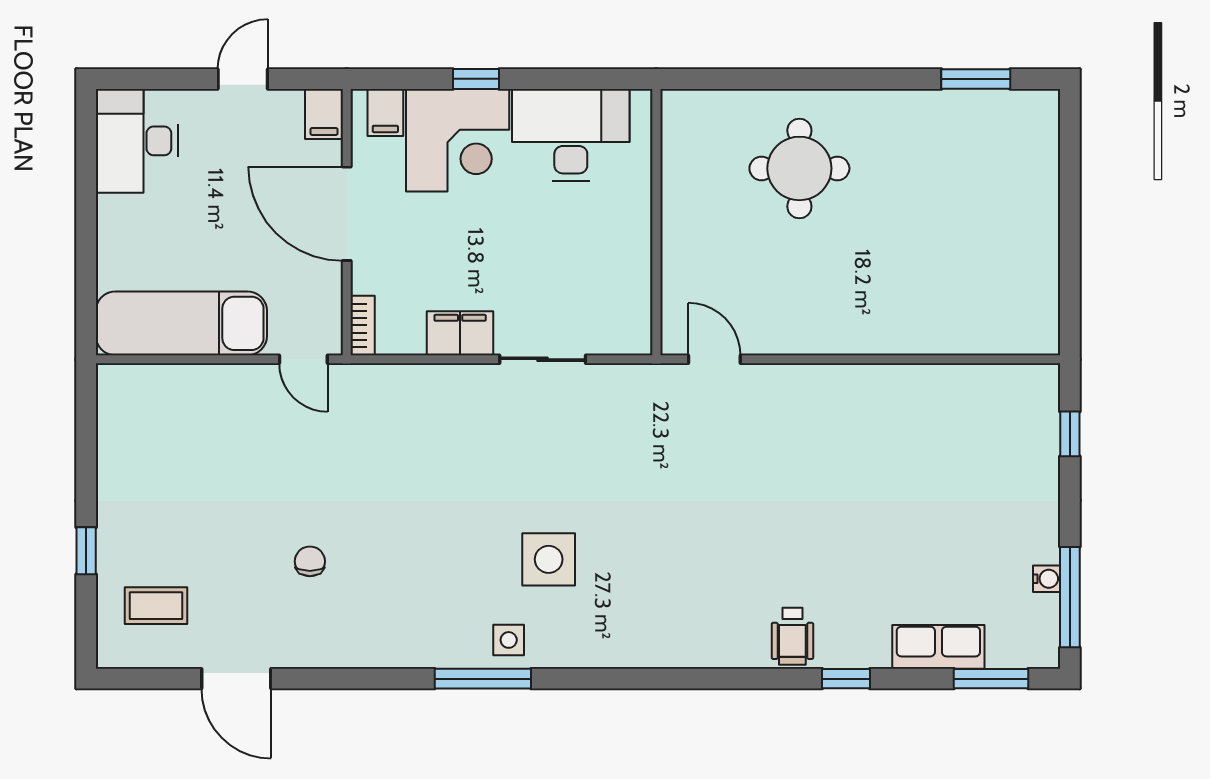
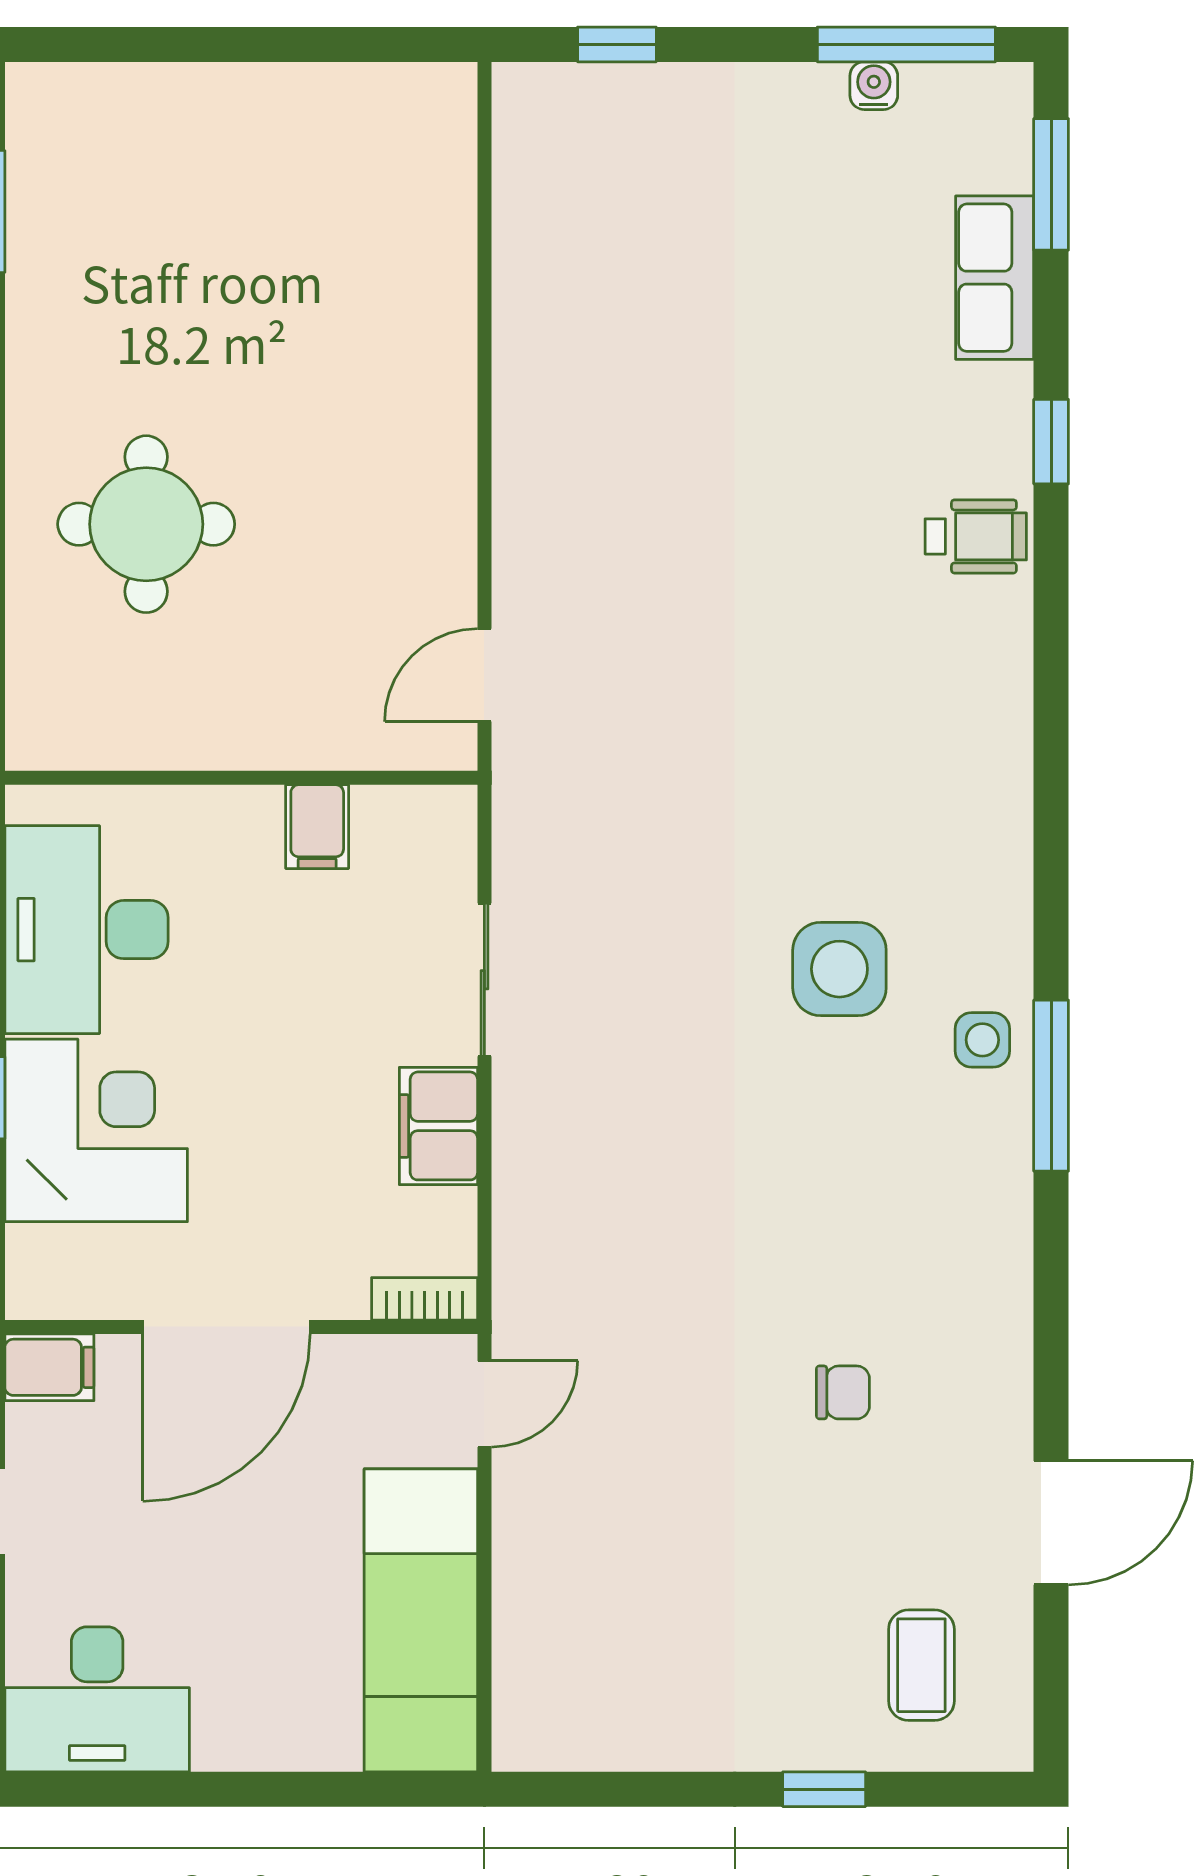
filing cabinet: (385, 112) -> (317, 827), moved, turned 90
chair: (310, 561) -> (843, 1392), turned 180

